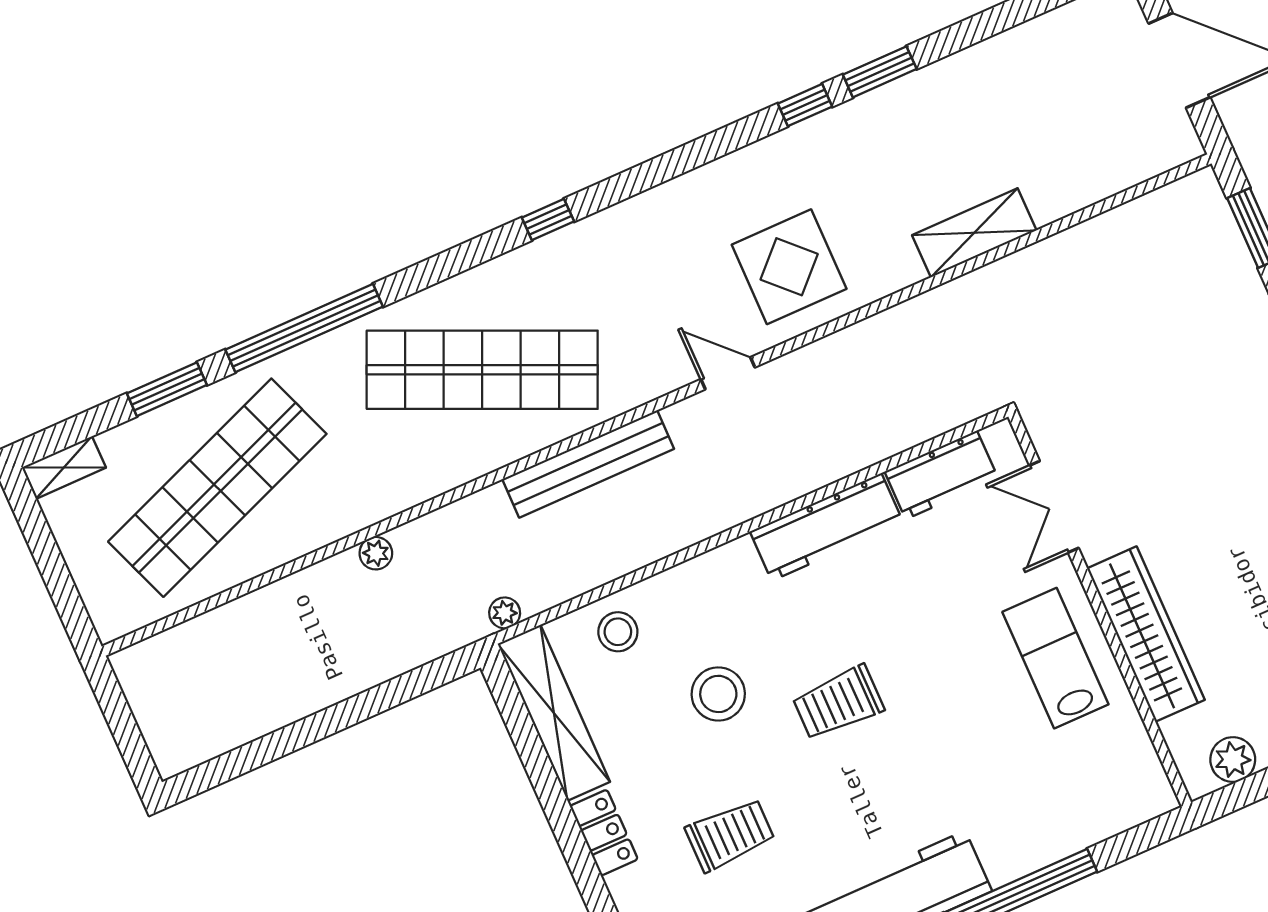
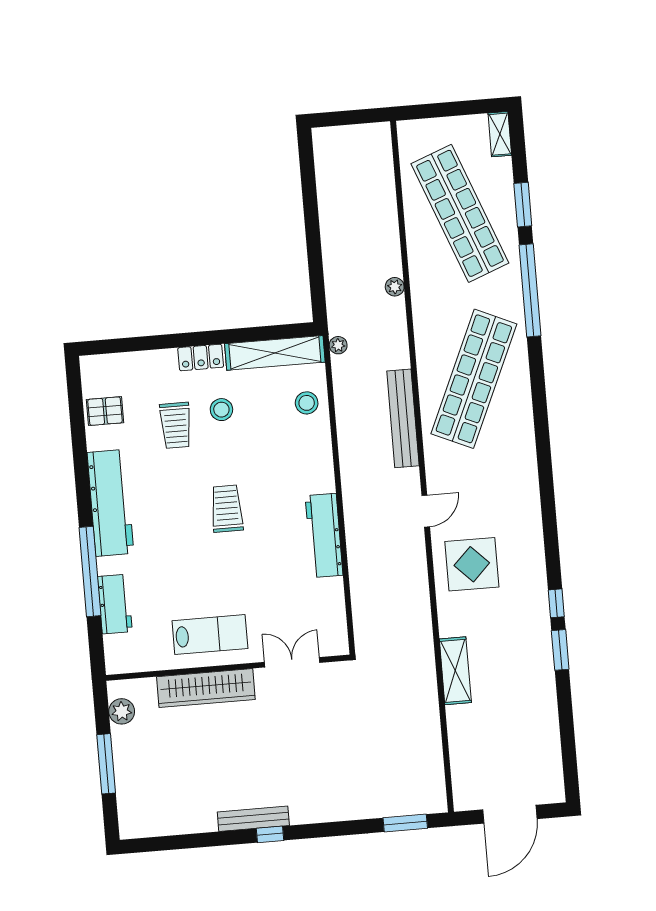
window: (548, 220) -> (543, 443), removed
workbench: (941, 475) -> (115, 604), moved, turned 180
stool: (718, 694) -> (221, 410), moved, width x0.73, depth x0.73

